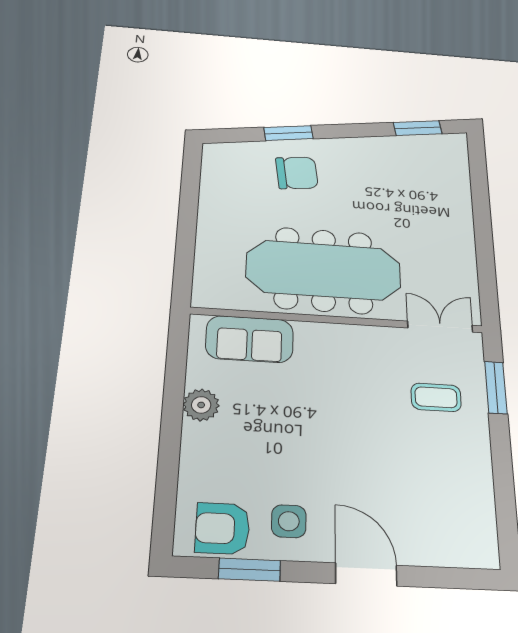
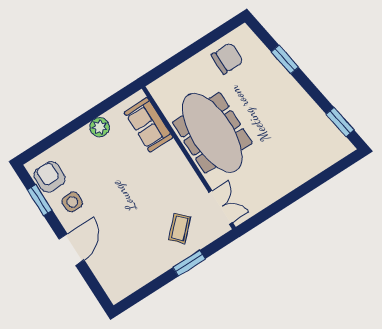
chair: (297, 173) -> (227, 58), moved, turned -83
window: (496, 387) -> (189, 263), moved
coffee table: (436, 397) -> (180, 228), turned 45

